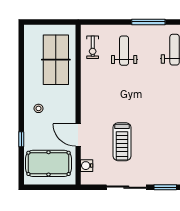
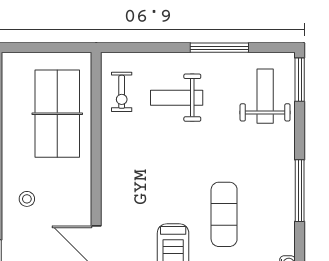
weight bench: (124, 51) -> (177, 98), turned -90
exercise mat: (151, 117) -> (224, 214), added

